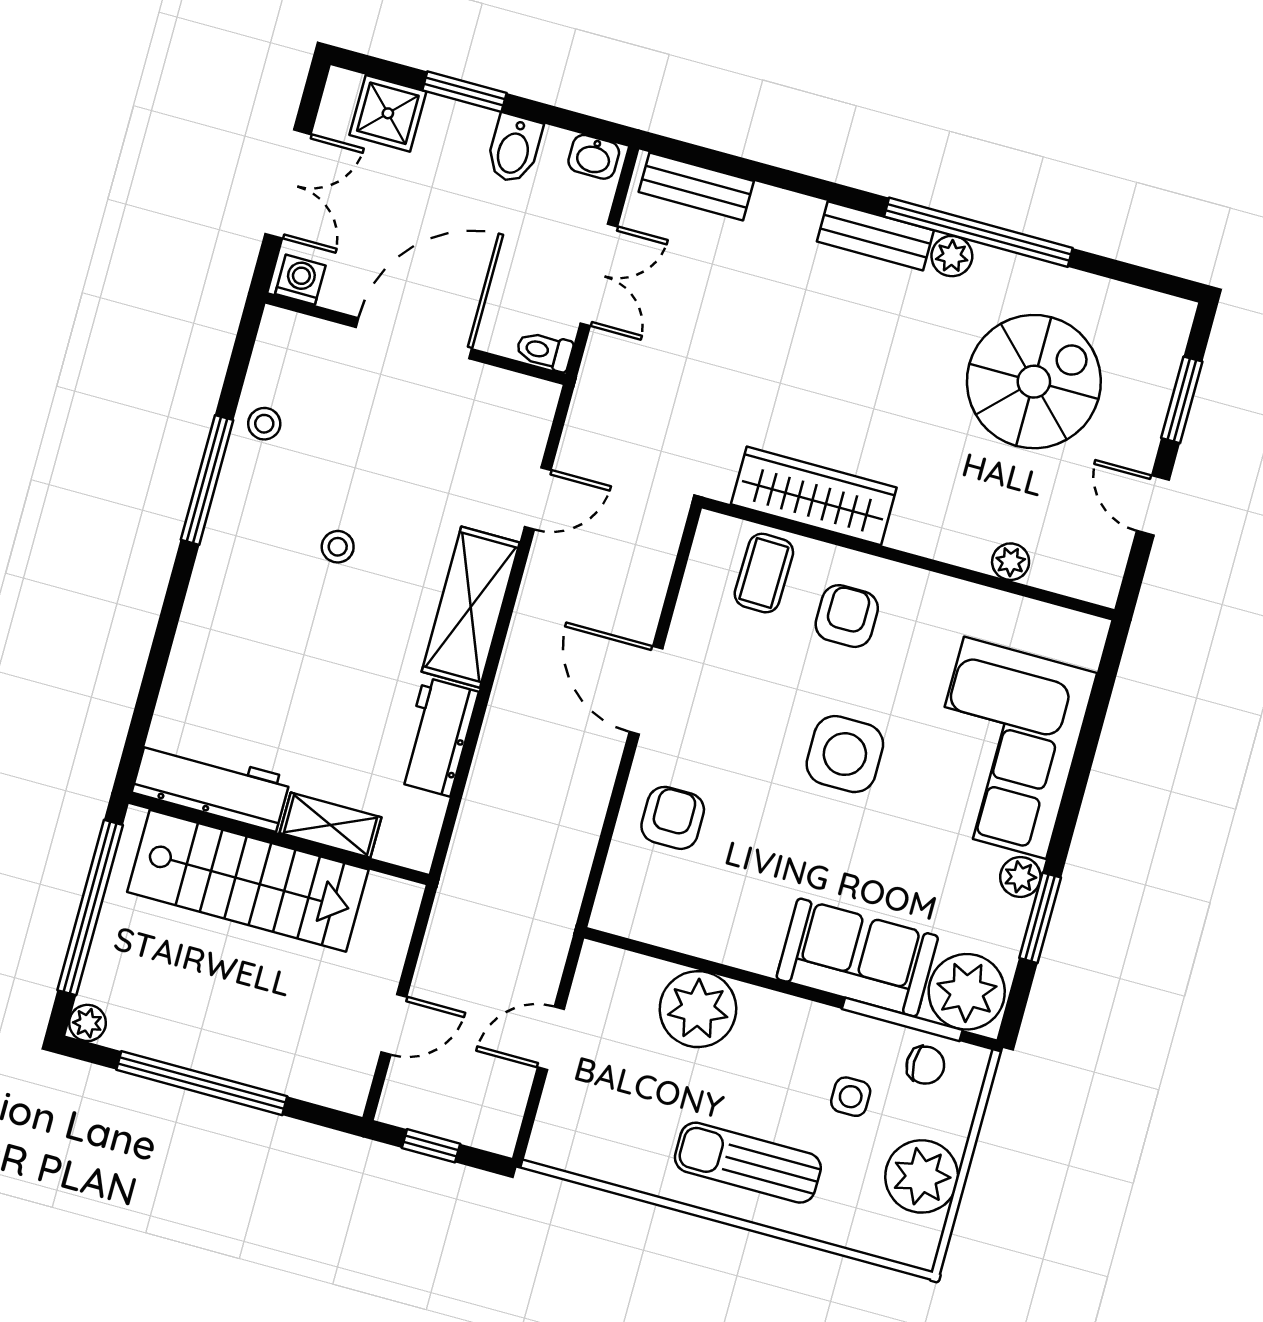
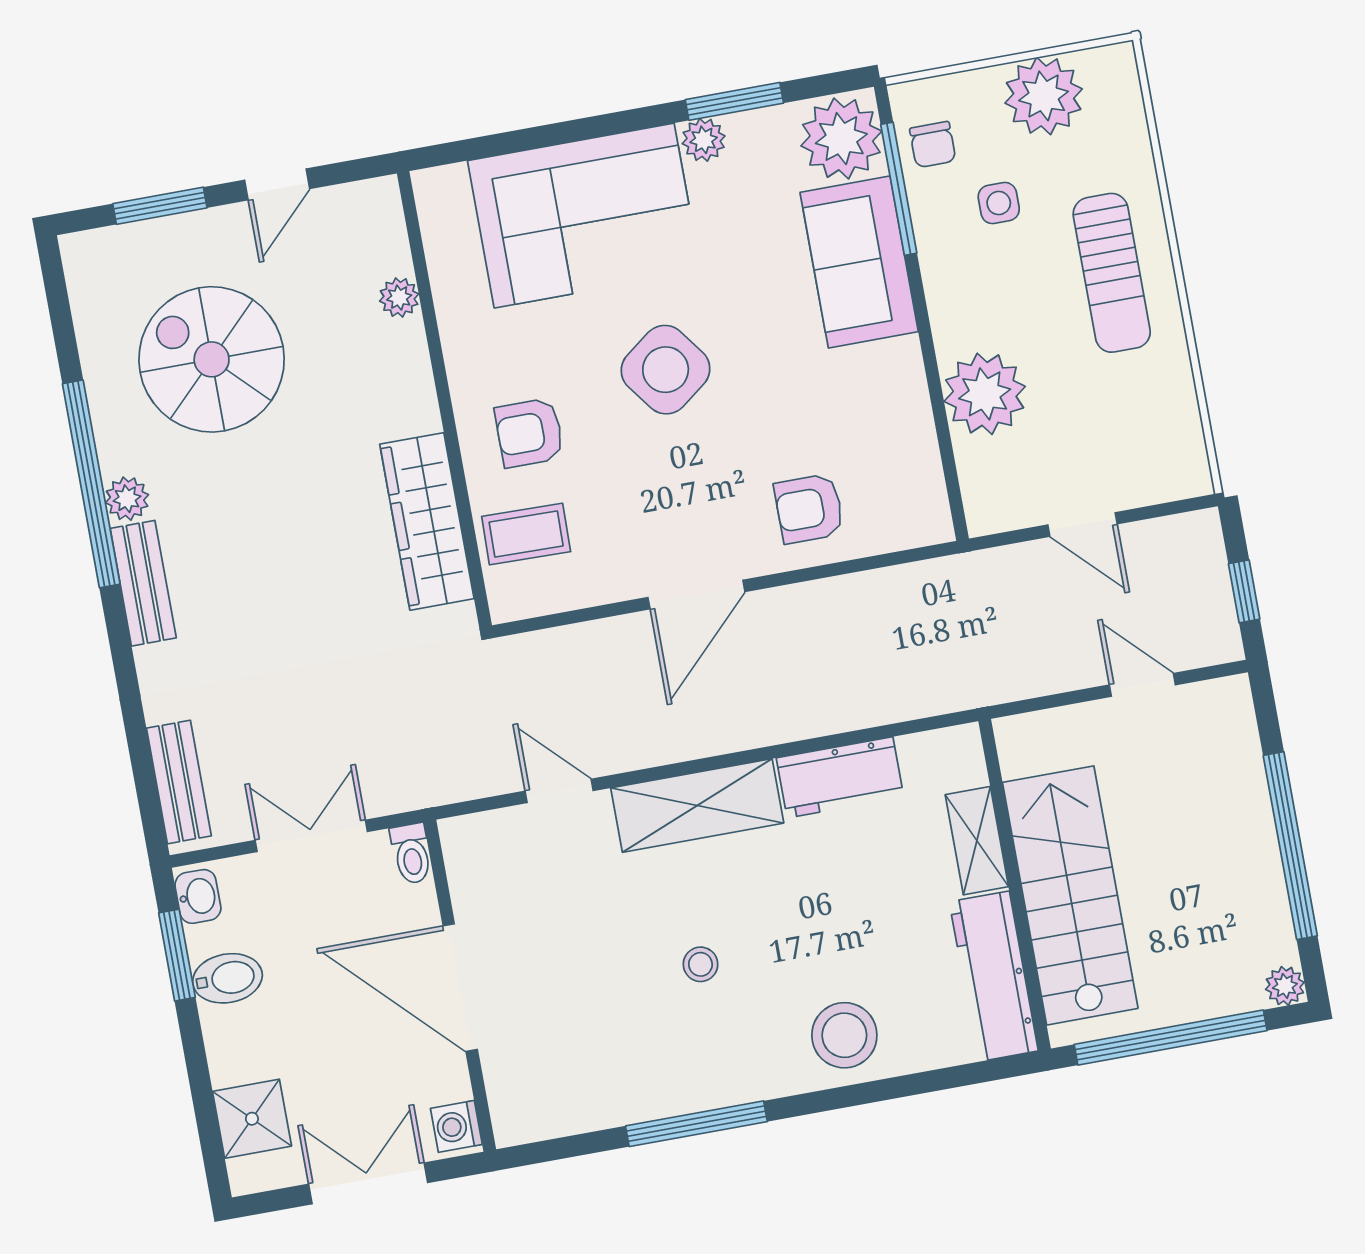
window: (464, 92) -> (177, 955), moved
stool: (264, 424) -> (844, 1035), moved, width x1.89, depth x1.89
side table: (845, 754) -> (666, 370), turned -37
chair: (925, 1065) -> (933, 145), turned 180

